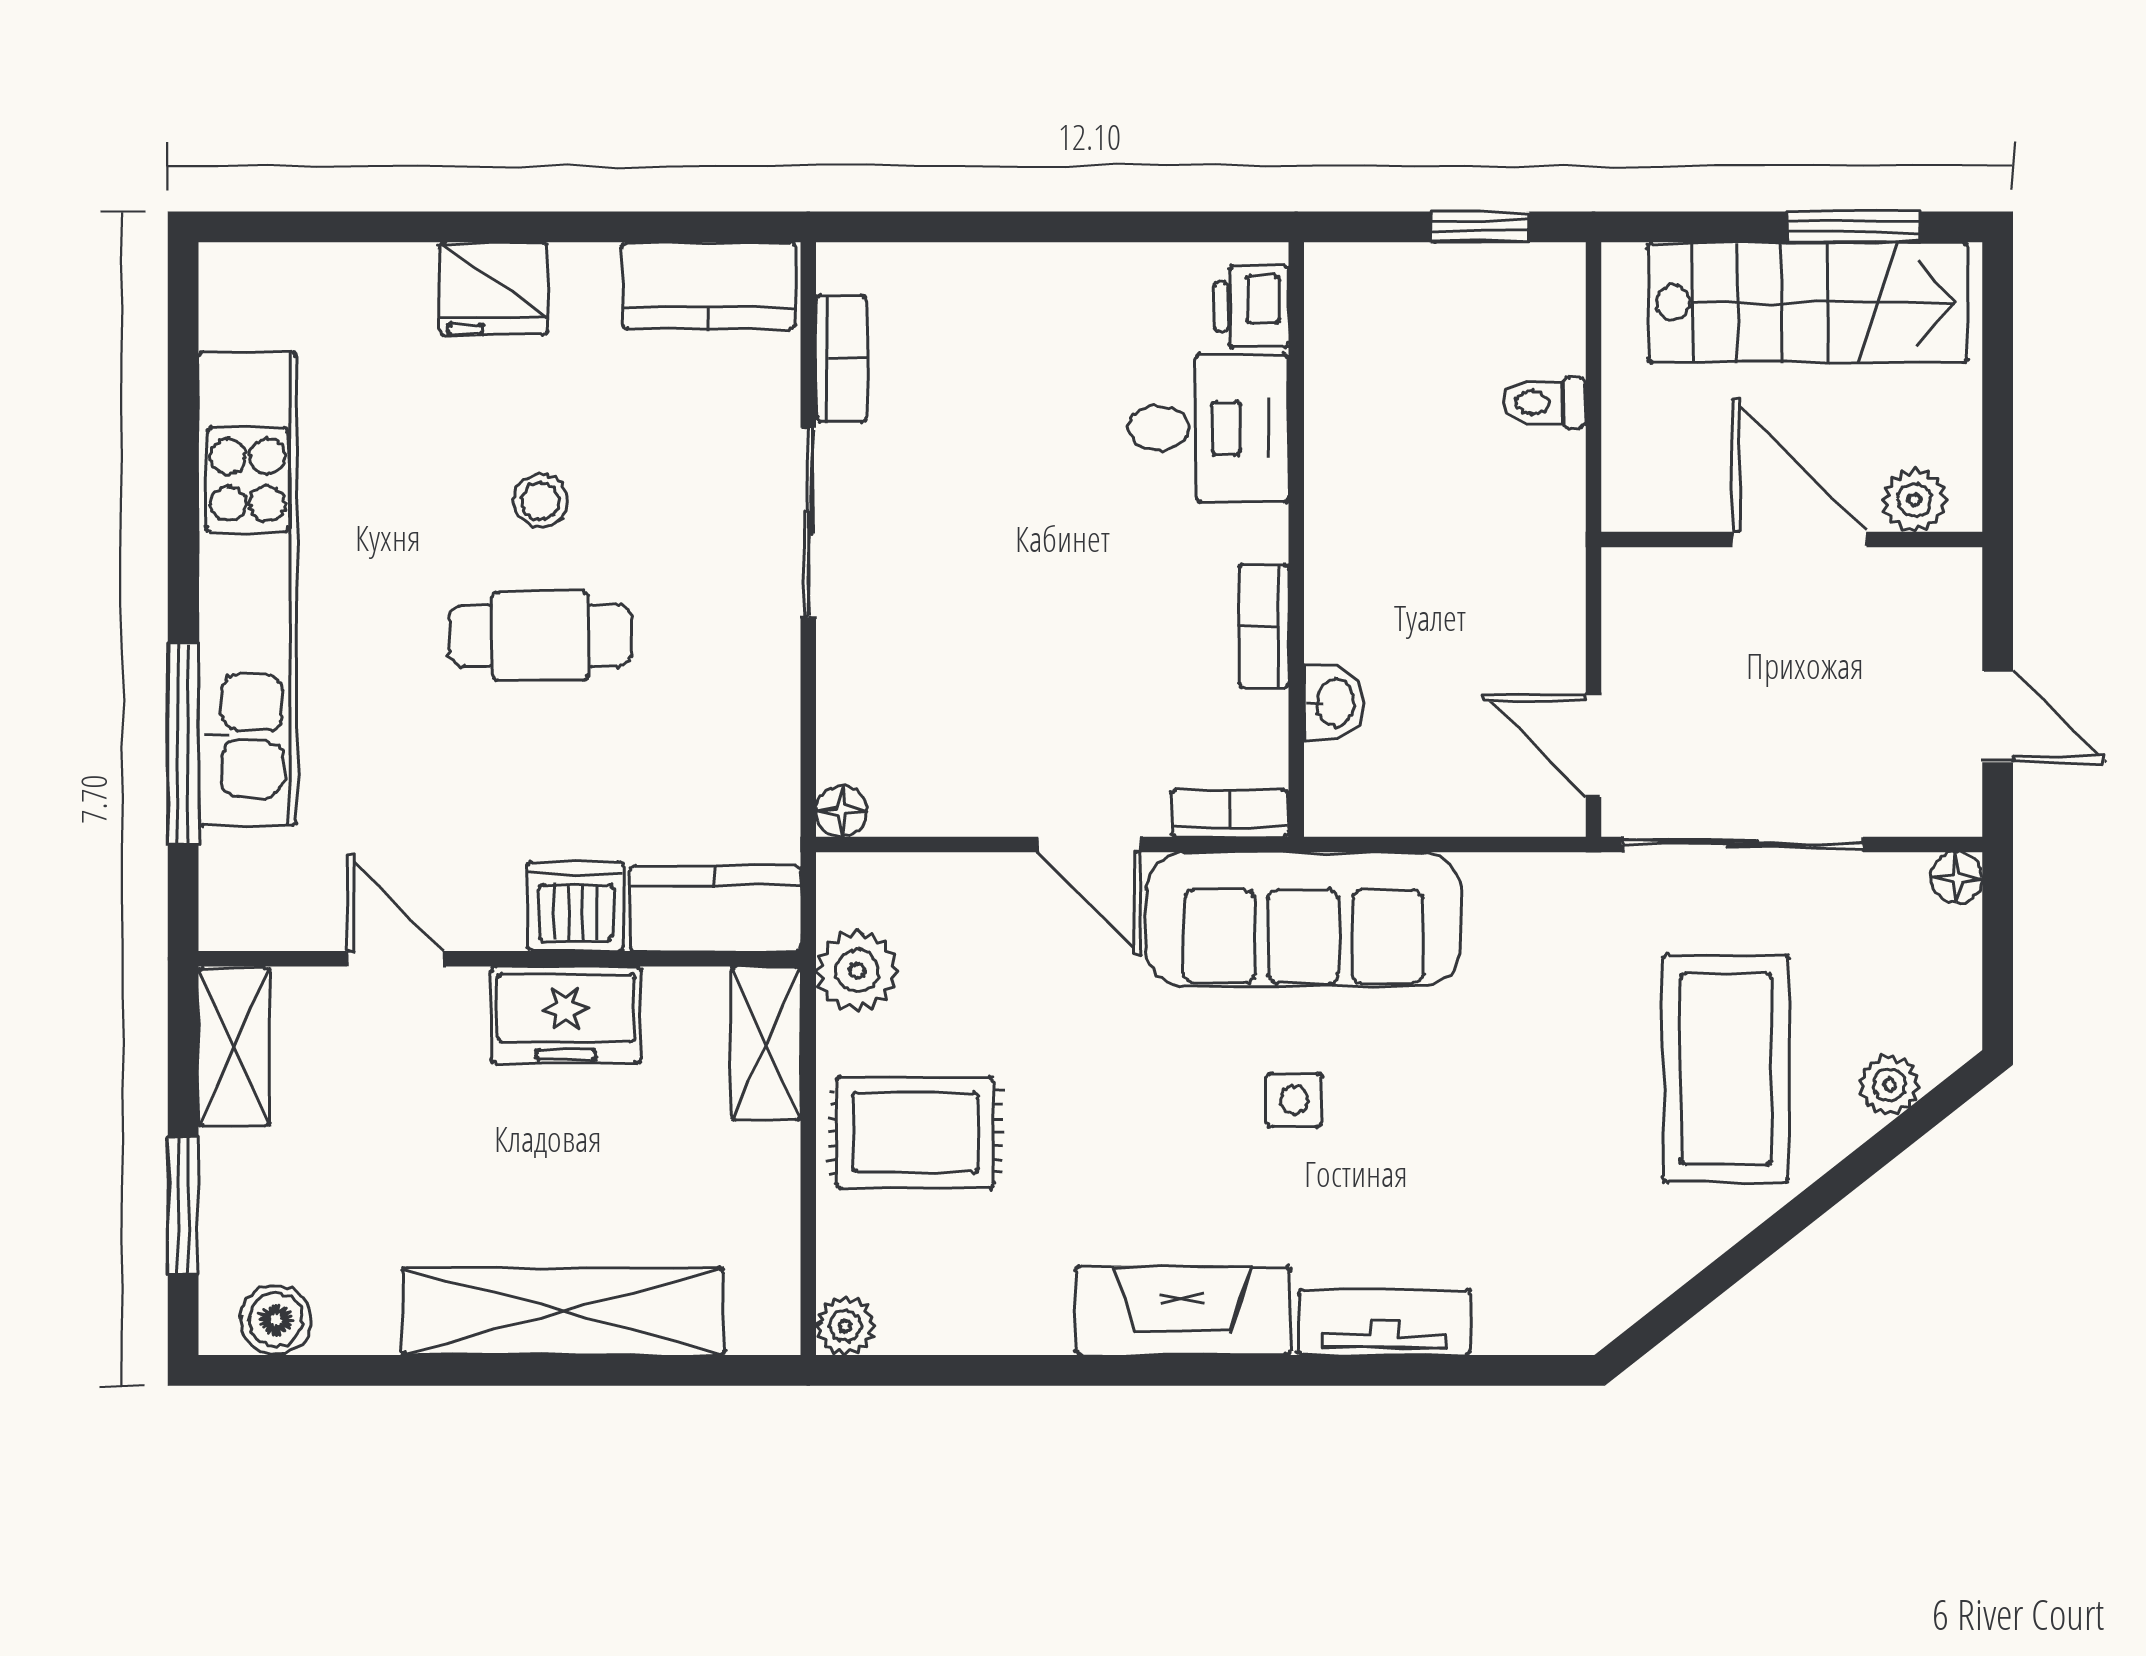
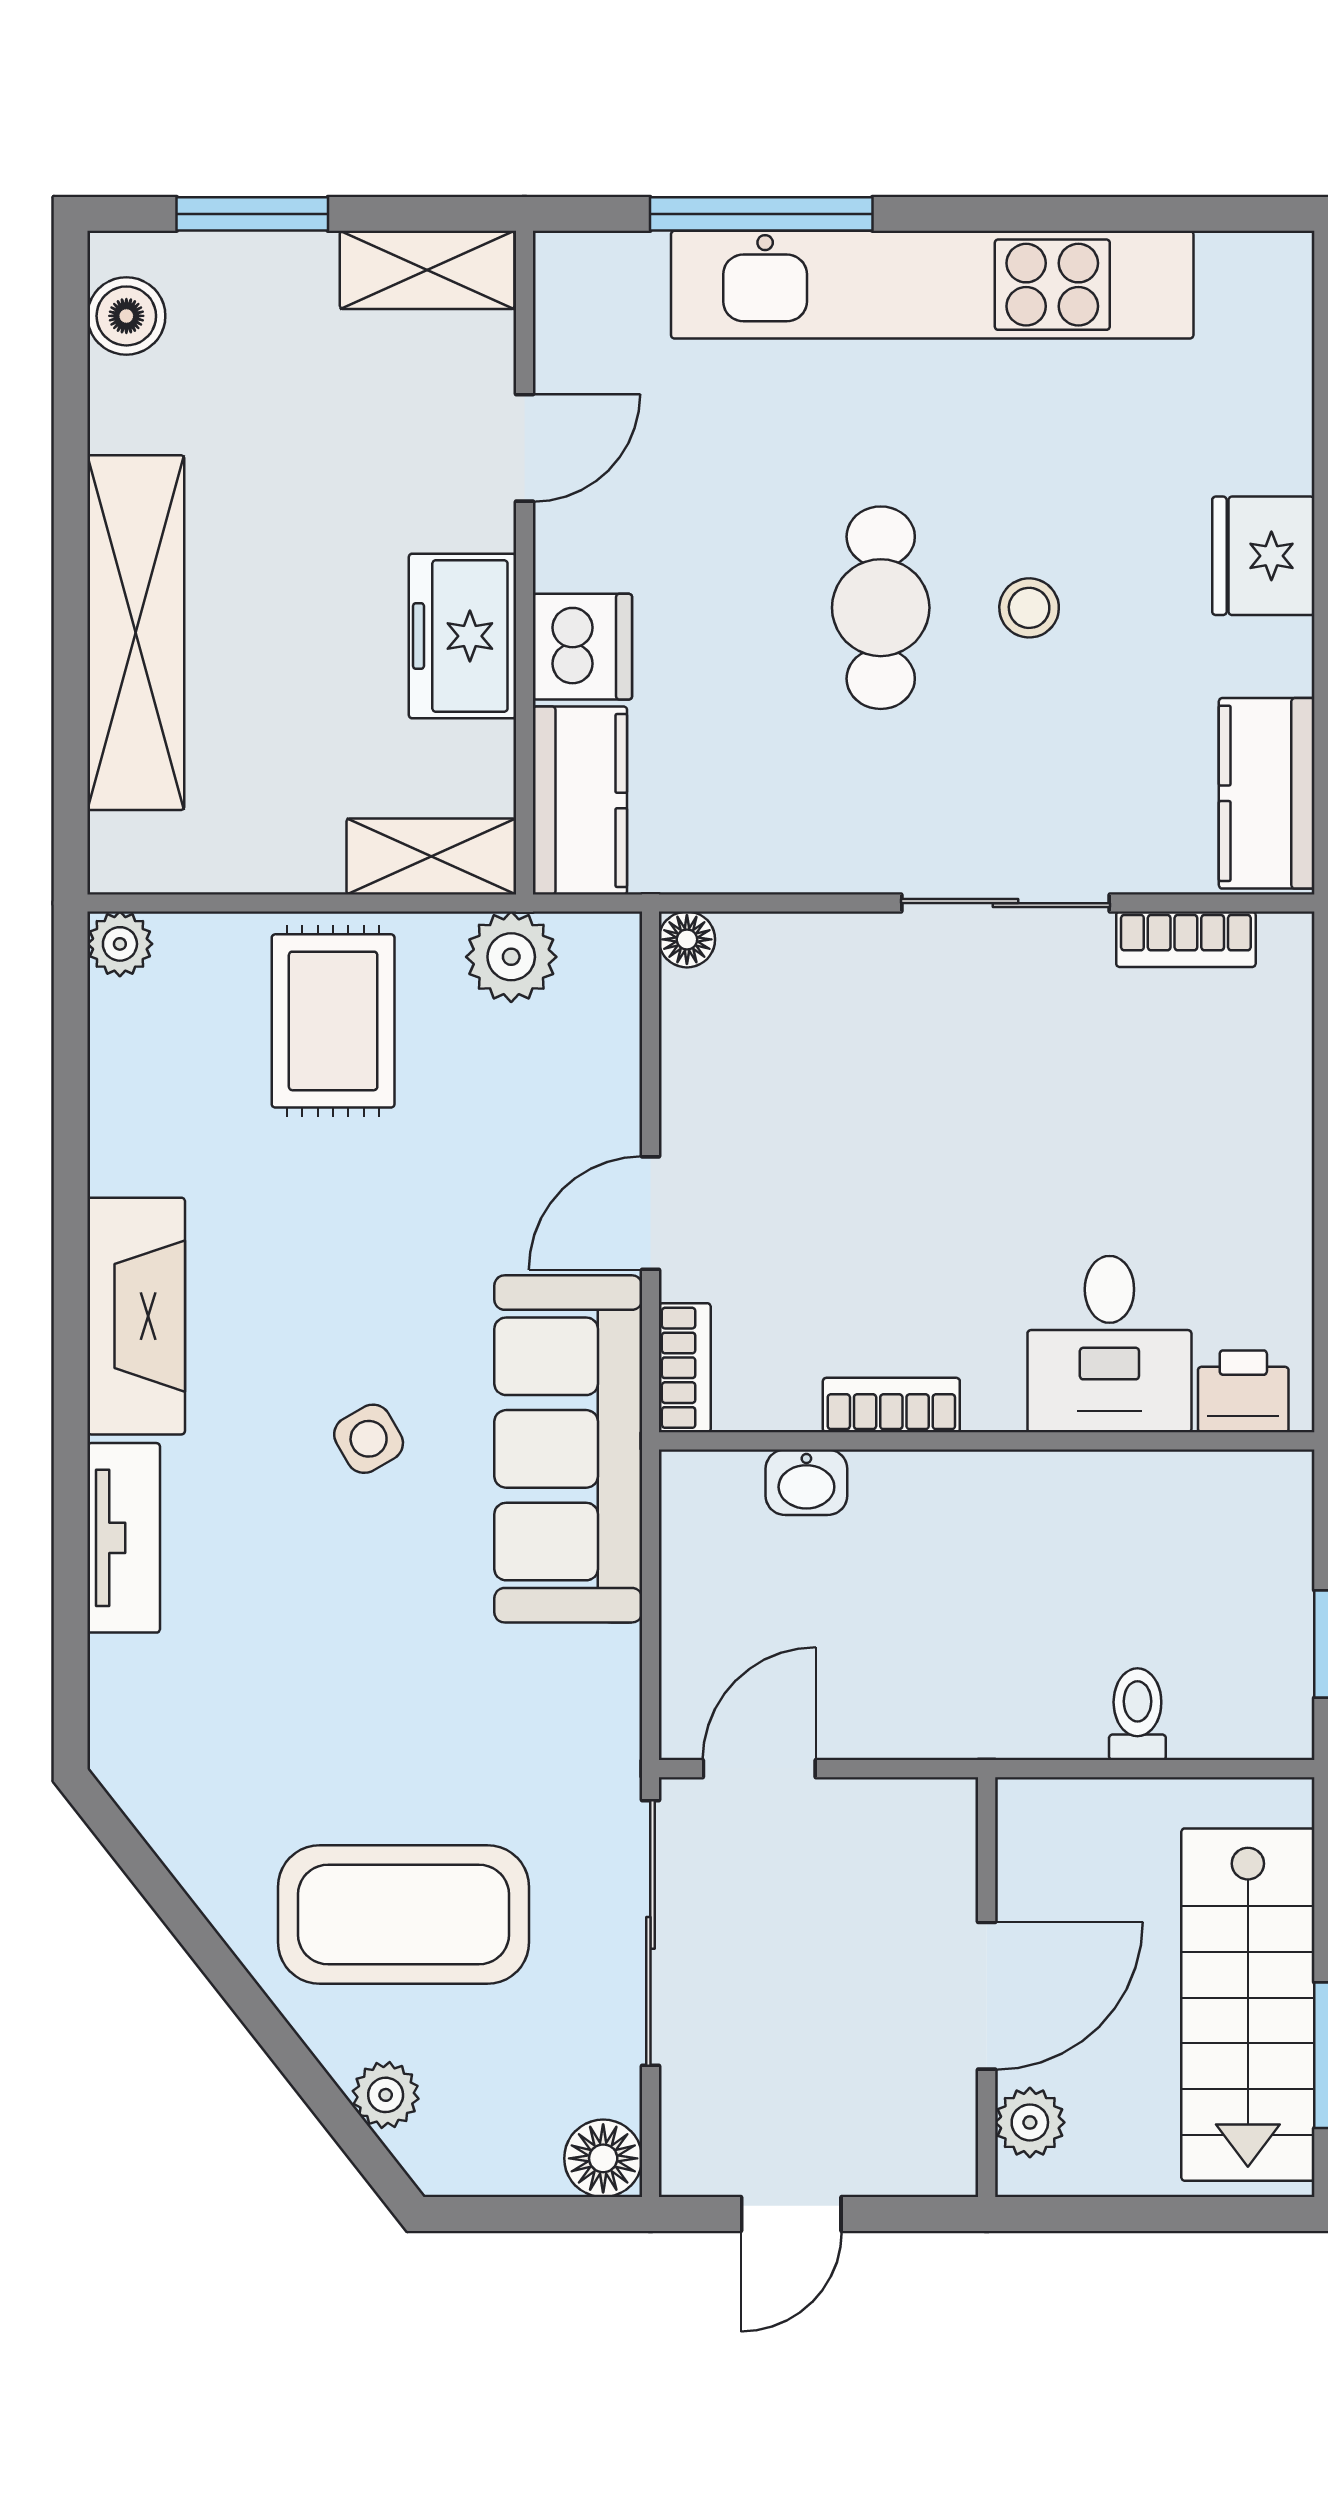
floor lamp: (1957, 878) -> (603, 2158), width x1.37, depth x1.37
side table: (1294, 1100) -> (369, 1439), turned -30

